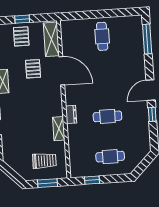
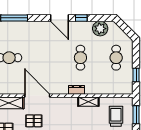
door: (62, 71) -> (37, 96), hinge flipped
plant: (142, 136) -> (100, 29), added

